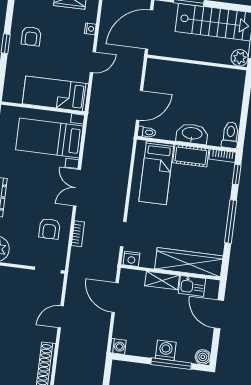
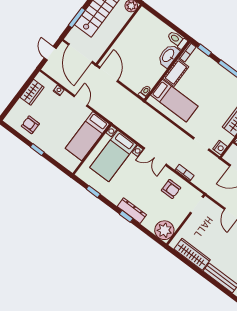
armchair: (31, 36) -> (30, 125), moved, turned 180
door: (140, 105) -> (109, 74), moved
washbasin: (192, 134) -> (168, 56), moved

